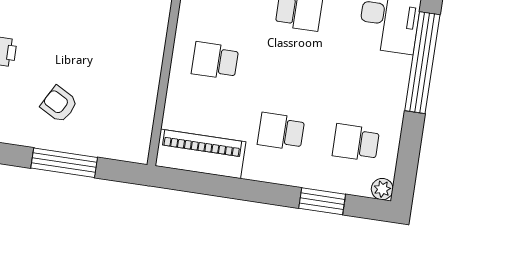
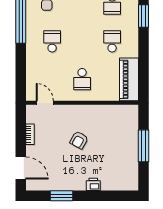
armchair: (59, 104) -> (79, 140), moved
school desk: (281, 131) -> (112, 41), turned 180

